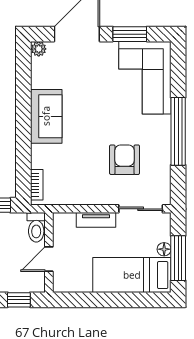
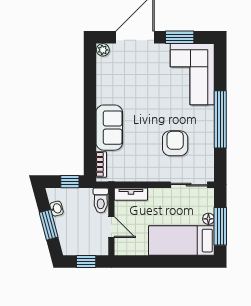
sofa: (46, 116) -> (109, 128), moved
tv unit: (96, 220) -> (131, 194), moved
door: (49, 259) -> (111, 227), swing flipped

